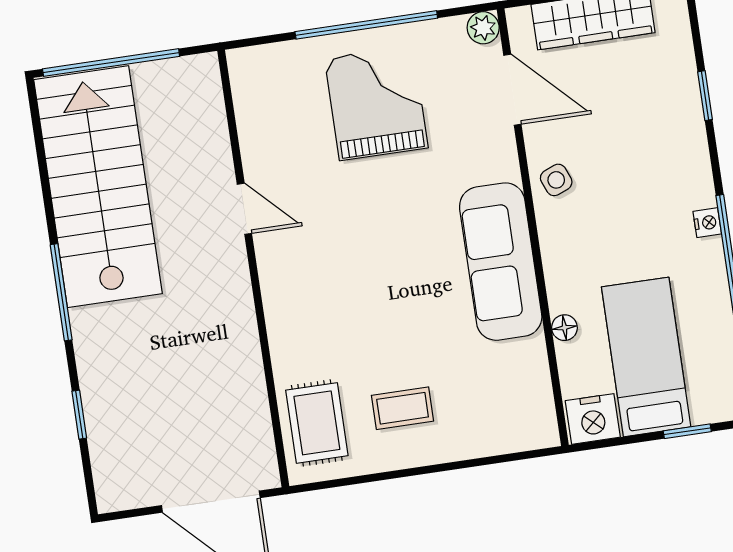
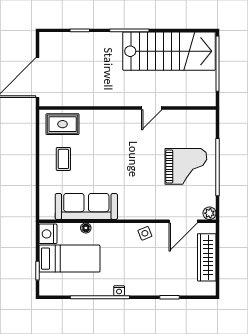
sofa: (501, 262) -> (86, 206), moved

